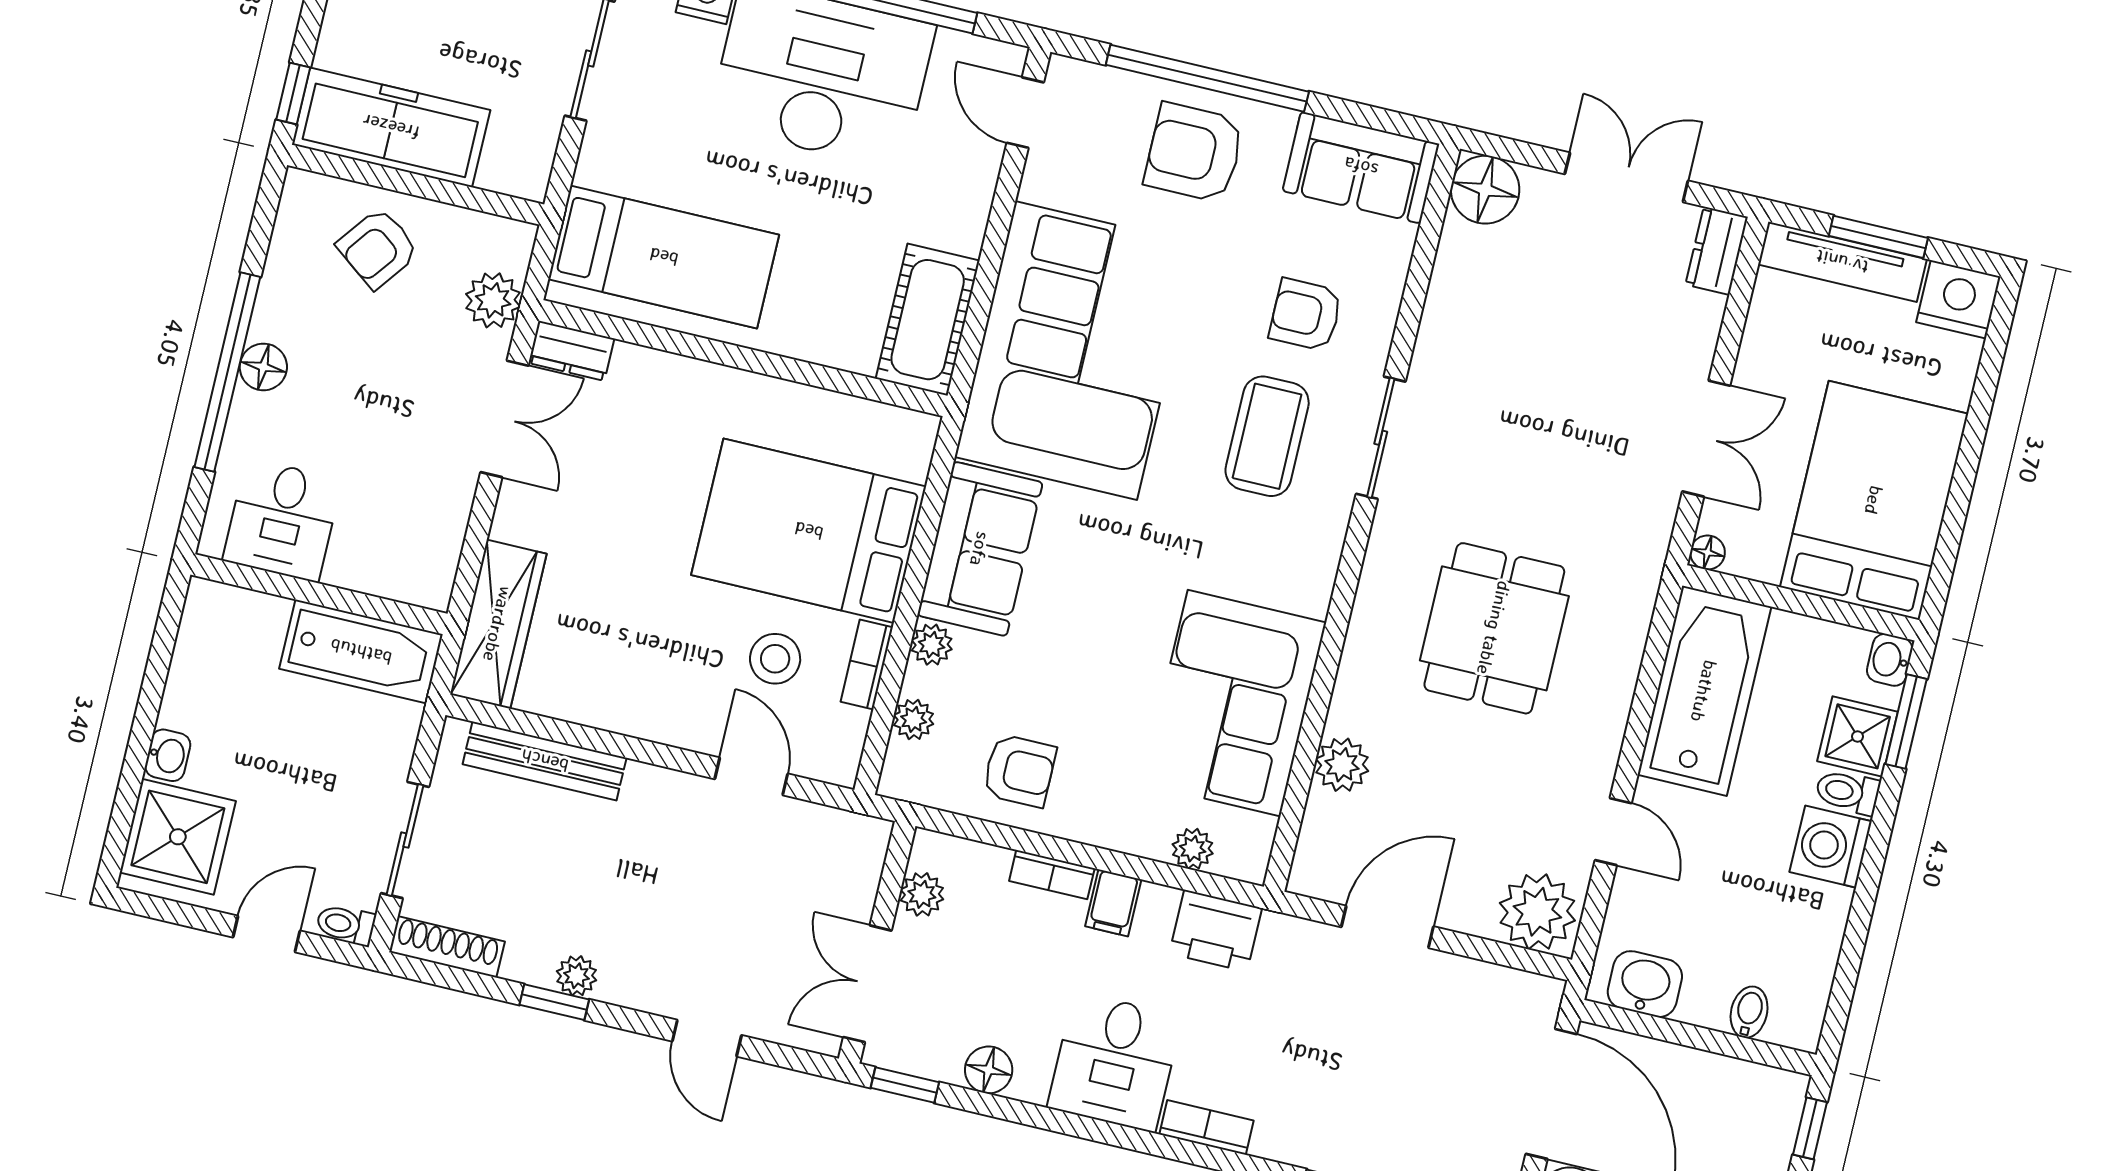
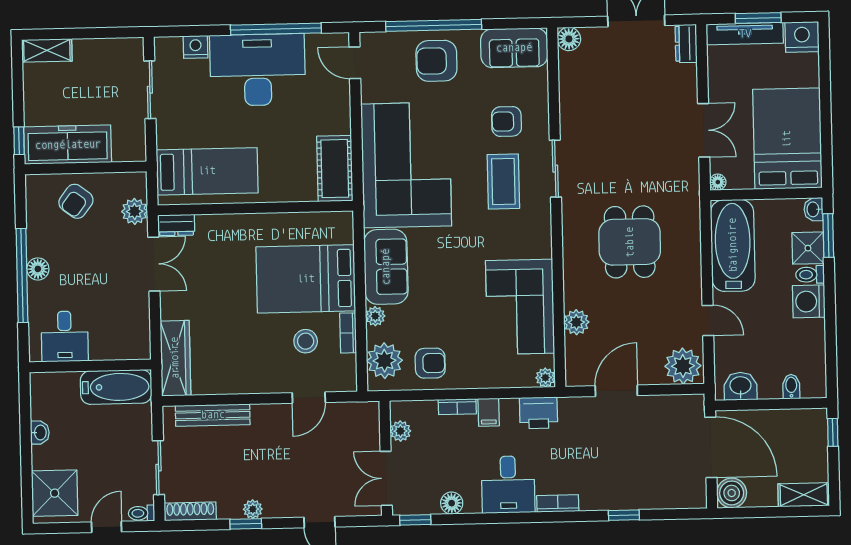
floor lamp: (1485, 190) -> (569, 39), width x0.73, depth x0.73
plant: (914, 719) -> (384, 361), width x1.88, depth x1.88
washbasin: (168, 755) -> (40, 433), moved
door: (751, 776) -> (309, 398), swing flipped
plant: (1193, 849) -> (545, 378), moved

